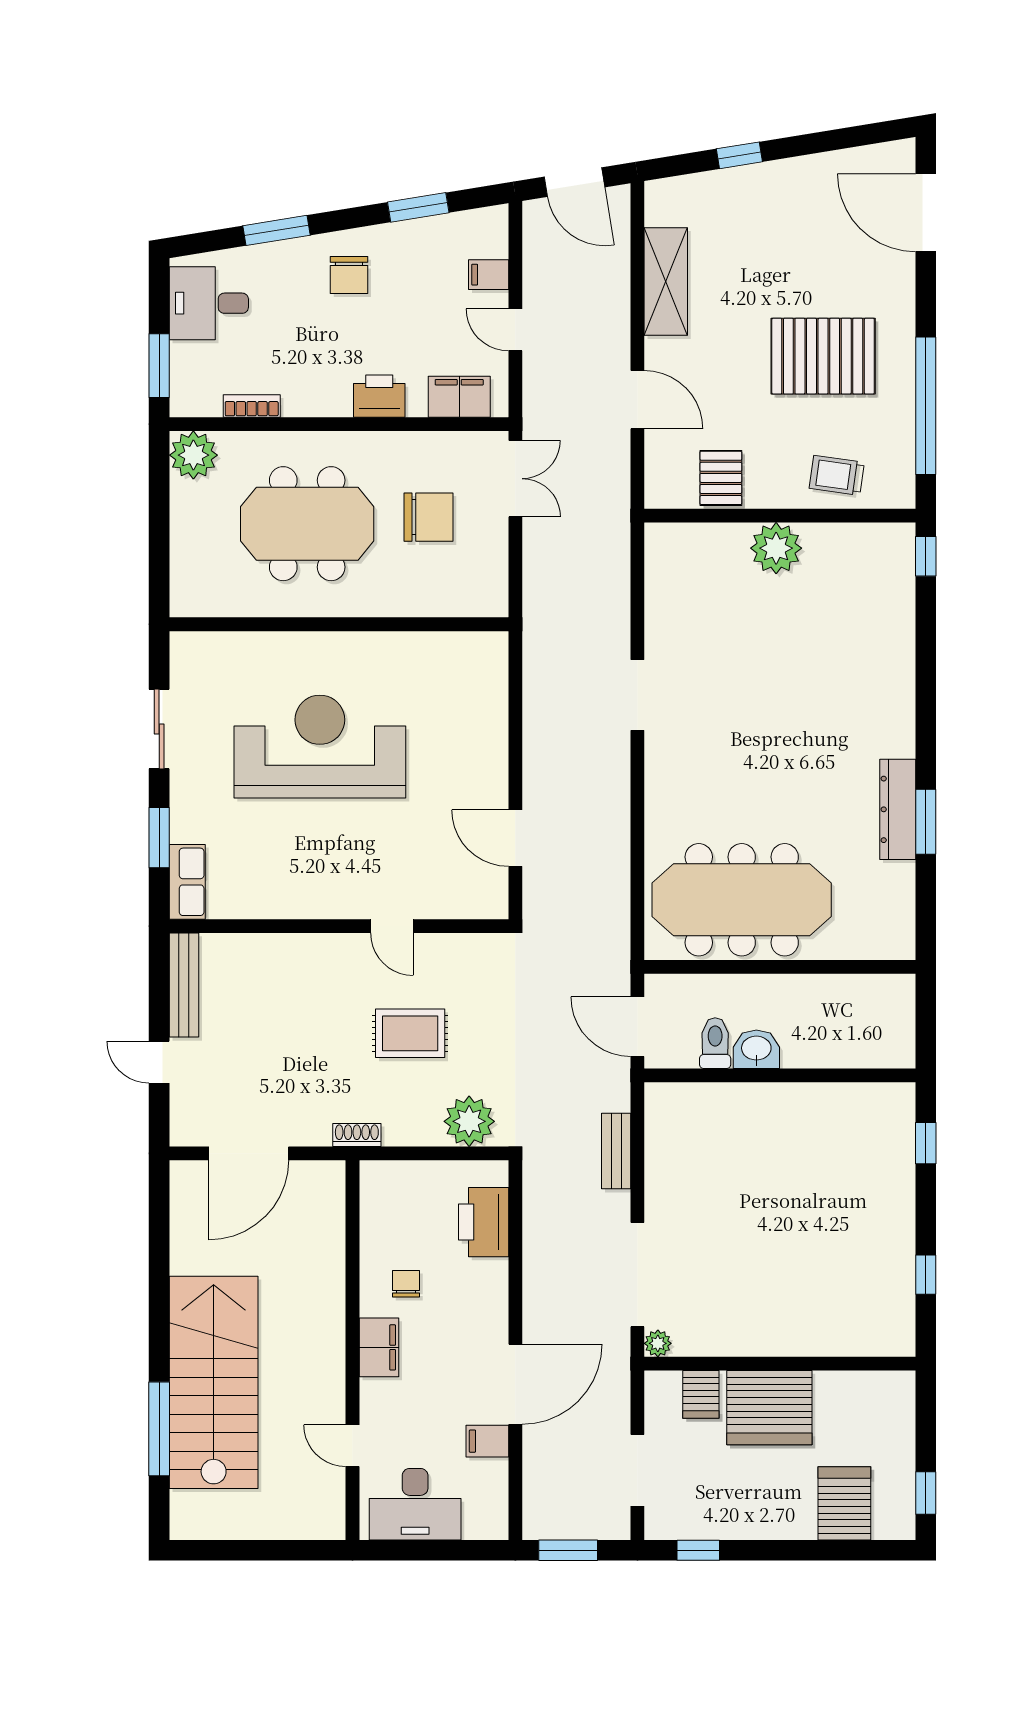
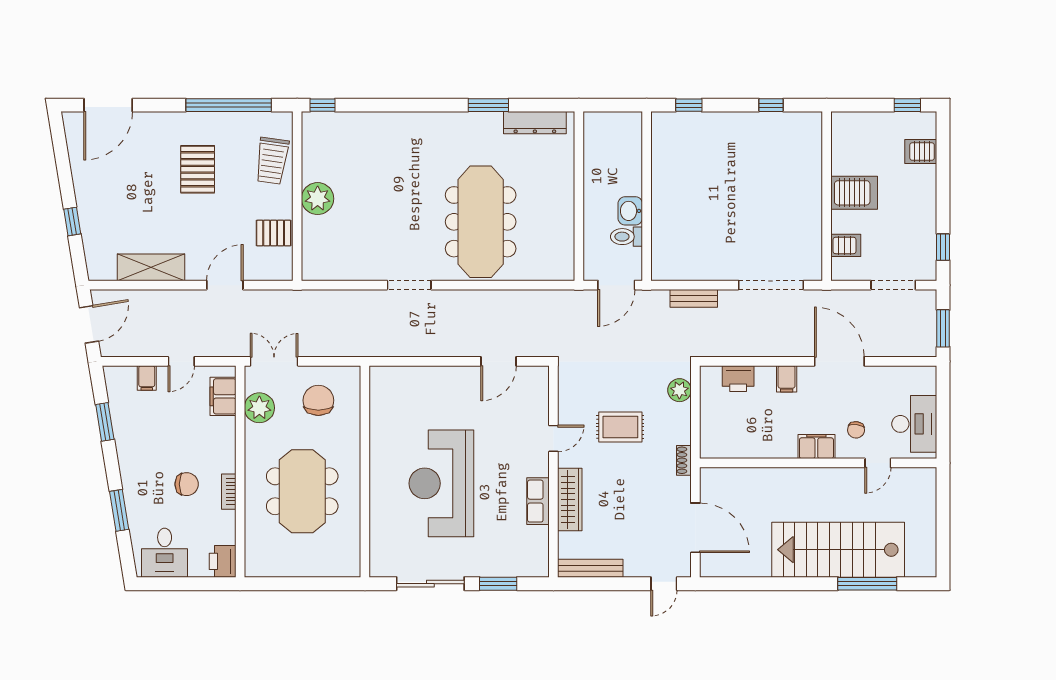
chair: (349, 275) -> (187, 484), moved
pallet: (823, 356) -> (198, 169), width x0.73, depth x0.71
window: (159, 366) -> (203, 584), removed
printer: (379, 396) -> (223, 561), moved
bookcase: (252, 406) -> (229, 492), moved
plant: (193, 455) -> (259, 408), moved
trolley: (837, 475) -> (272, 161), width x1.36, depth x1.39
chair: (428, 517) -> (318, 400), moved
sliding door: (159, 729) -> (430, 584), width x1.37
dresser: (898, 809) -> (535, 123), moved
row of seats: (187, 882) -> (538, 501), moved, turned -90
meeting table: (742, 900) -> (481, 222), moved
wardrobe: (294, 952) -> (570, 500), added
rug: (410, 1033) -> (620, 427), turned 90
door: (159, 1062) -> (664, 584), moved
plant: (469, 1121) -> (679, 390), width x0.73, depth x0.73
printer: (484, 1222) -> (738, 379), width x0.73, depth x0.84
chair: (406, 1284) -> (856, 430), moved, turned -83
plant: (658, 1343) -> (814, 272), removed
server rack: (769, 1408) -> (854, 193), width x0.62
filing cabinet: (487, 1441) -> (787, 379), moved
server rack: (844, 1503) -> (921, 152), width x0.73, depth x0.70

